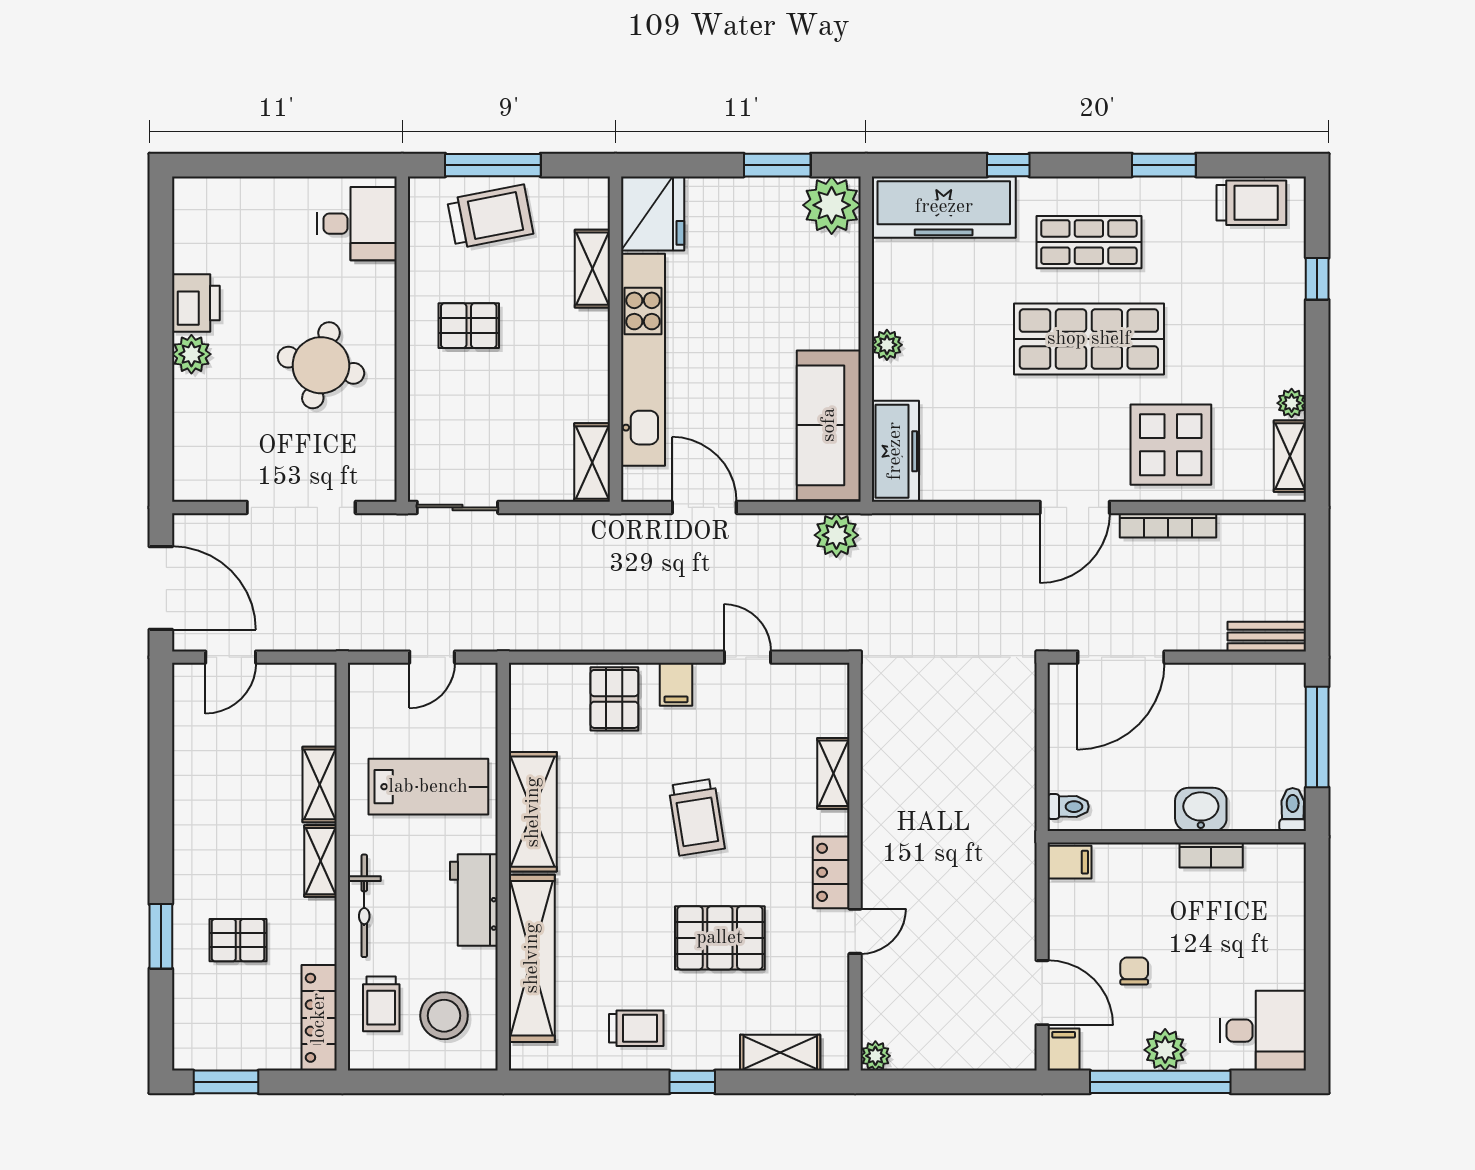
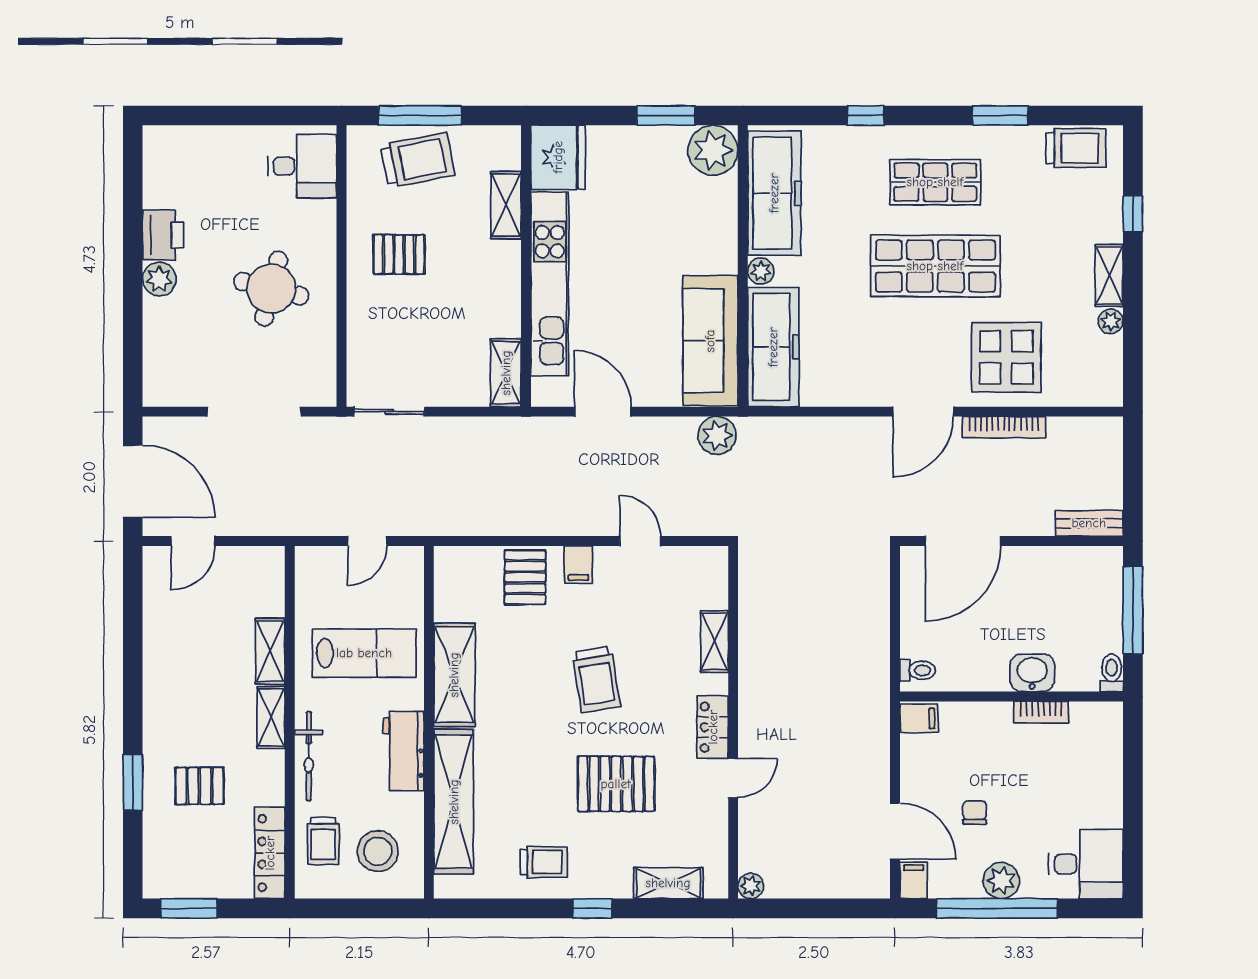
freezer: (944, 207) -> (774, 193), moved, turned -90
freezer: (895, 451) -> (773, 347), width x1.36, depth x1.26
shelving: (1290, 456) -> (1109, 275), moved

